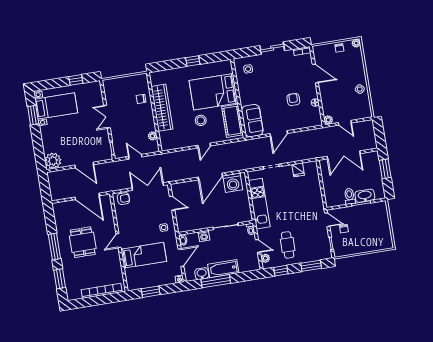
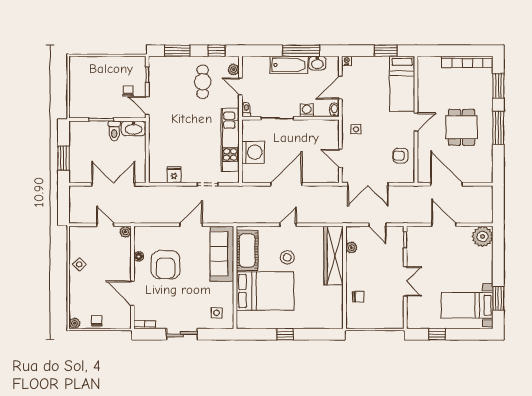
armchair: (293, 99) -> (166, 265), width x1.88, depth x1.88
wardrobe: (162, 108) -> (334, 255), moved
sofa: (252, 121) -> (222, 254), width x1.36
washing machine: (233, 183) -> (253, 152), moved, turned 90
washbasin: (365, 196) -> (134, 128), moved
armchair: (123, 199) -> (400, 156), moved
bed: (144, 255) -> (402, 84), moved, turned -90
bookcase: (102, 291) -> (467, 62), moved

